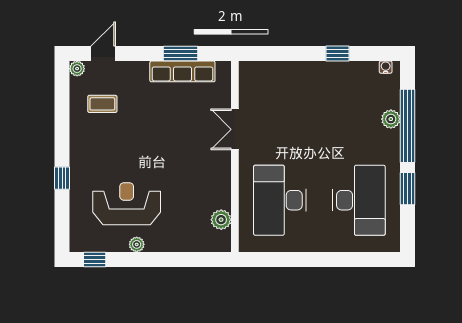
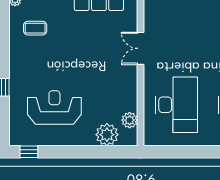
desk: (280, 200) -> (176, 105), turned 180
plant: (137, 244) -> (107, 135), moved, width x1.88, depth x1.88

